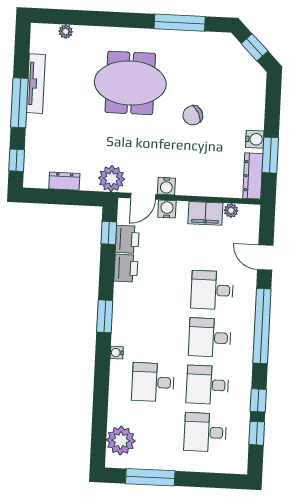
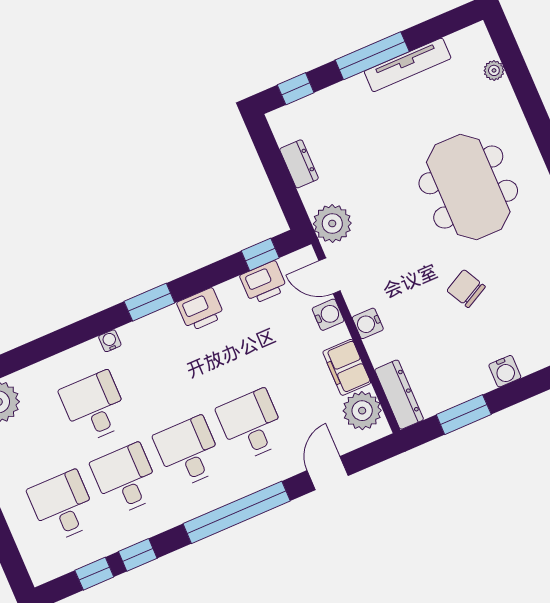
water cooler: (255, 139) -> (505, 371), moved
dresser: (253, 176) -> (399, 395), moved, turned 90
water cooler: (166, 186) -> (368, 323), moved
plant: (231, 211) -> (362, 411), width x1.88, depth x1.88
printer: (126, 268) -> (201, 310), moved

